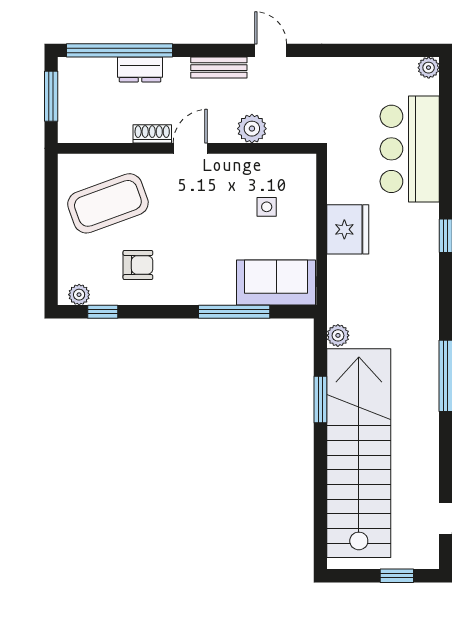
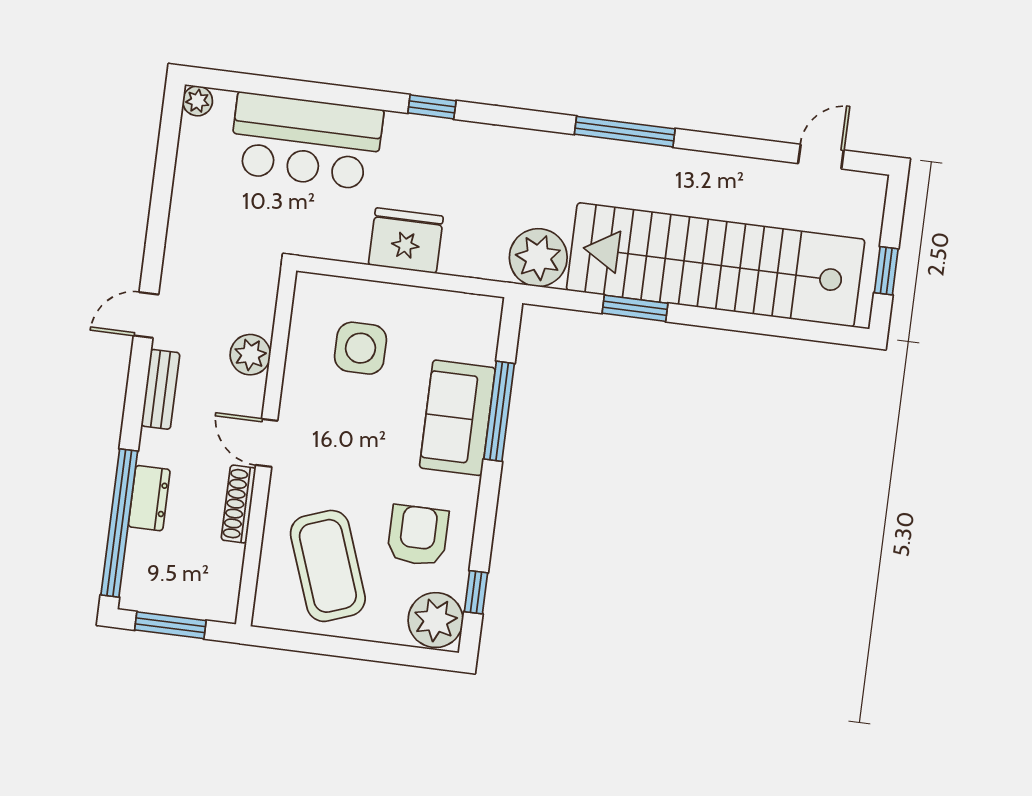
shoe rack: (152, 134) -> (238, 504), width x1.43
side table: (267, 207) -> (360, 348), width x1.87, depth x1.87
armchair: (138, 265) -> (418, 535), width x1.38, depth x1.38
sofa: (276, 282) -> (457, 418), moved
plant: (79, 295) -> (436, 620), width x1.87, depth x1.87
plant: (338, 335) -> (538, 258), width x1.87, depth x1.87
window: (397, 576) -> (886, 271), moved

